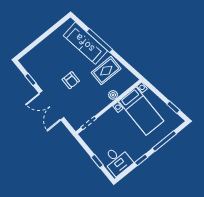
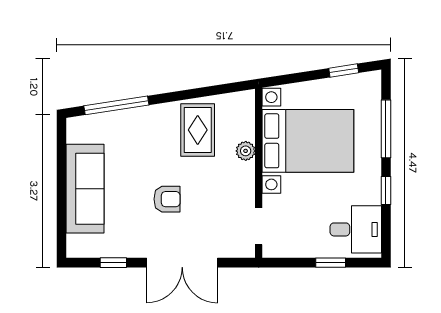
window: (99, 41) -> (116, 105), moved
sofa: (85, 43) -> (85, 189), moved, turned -81
bed with nightstands: (141, 111) -> (308, 141), width x1.36

